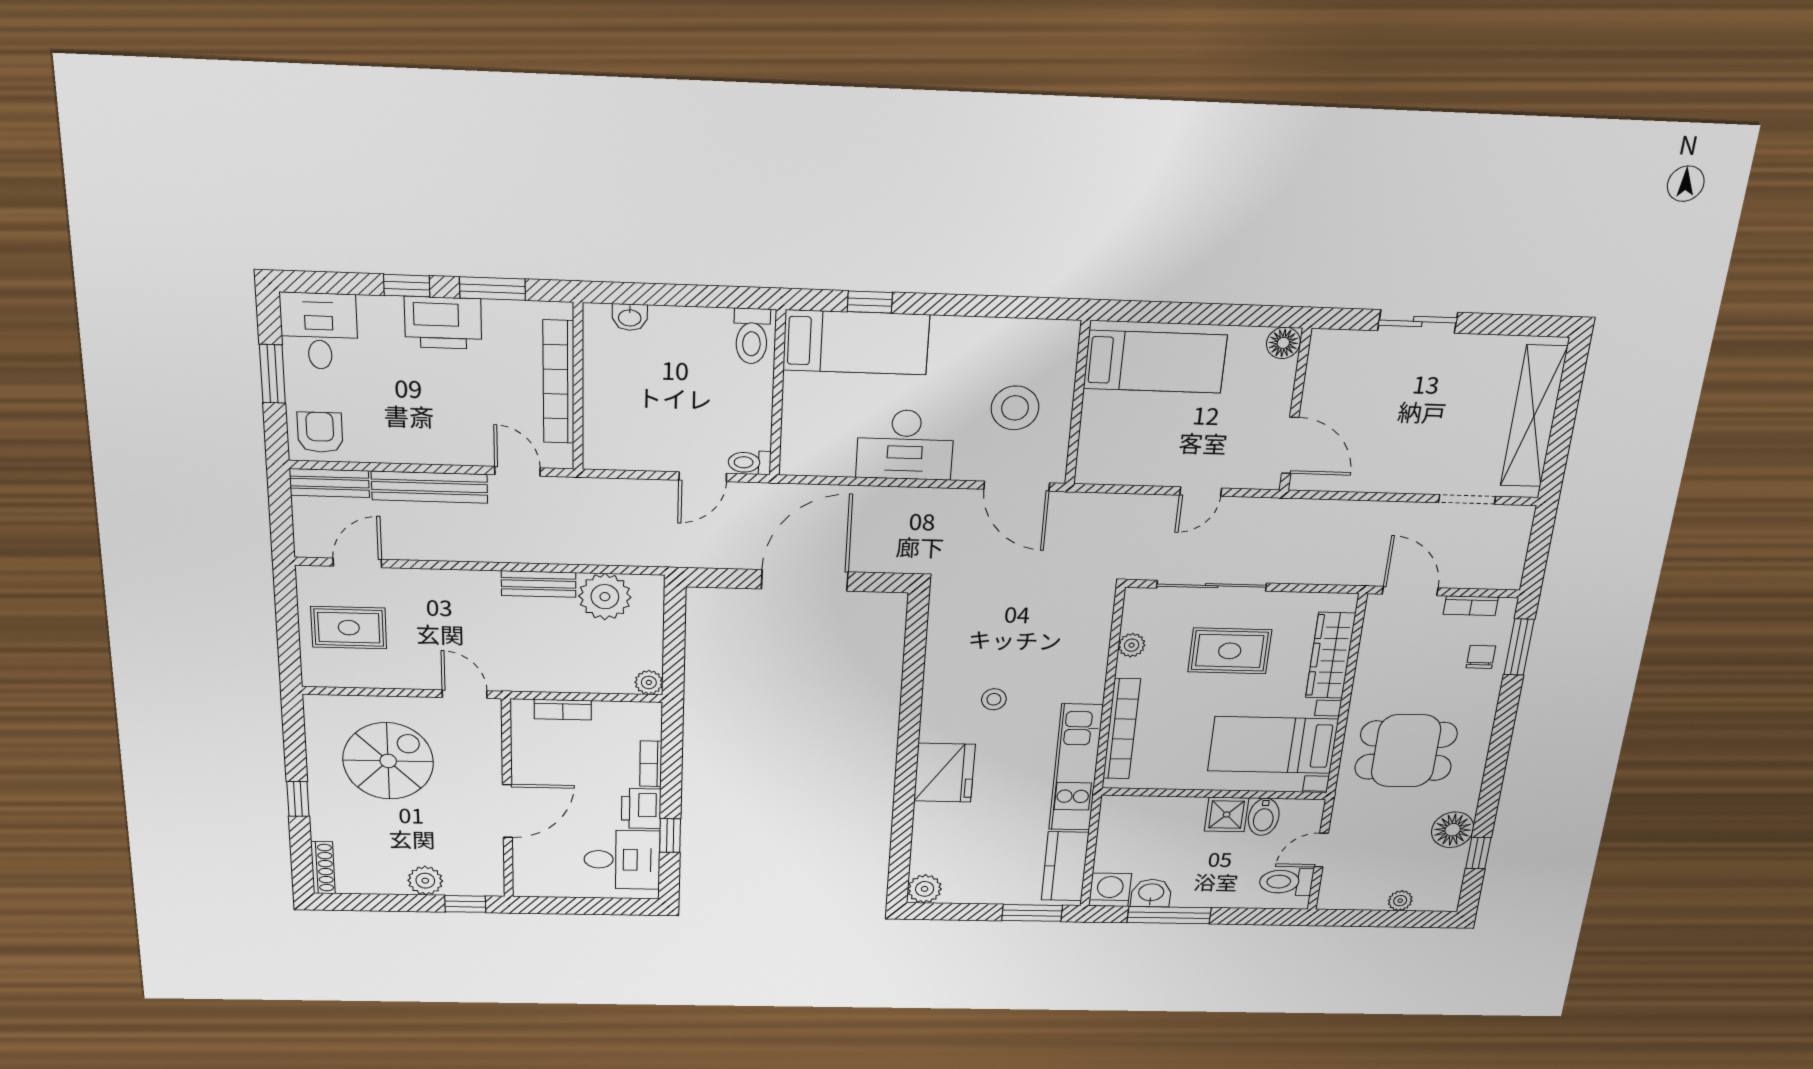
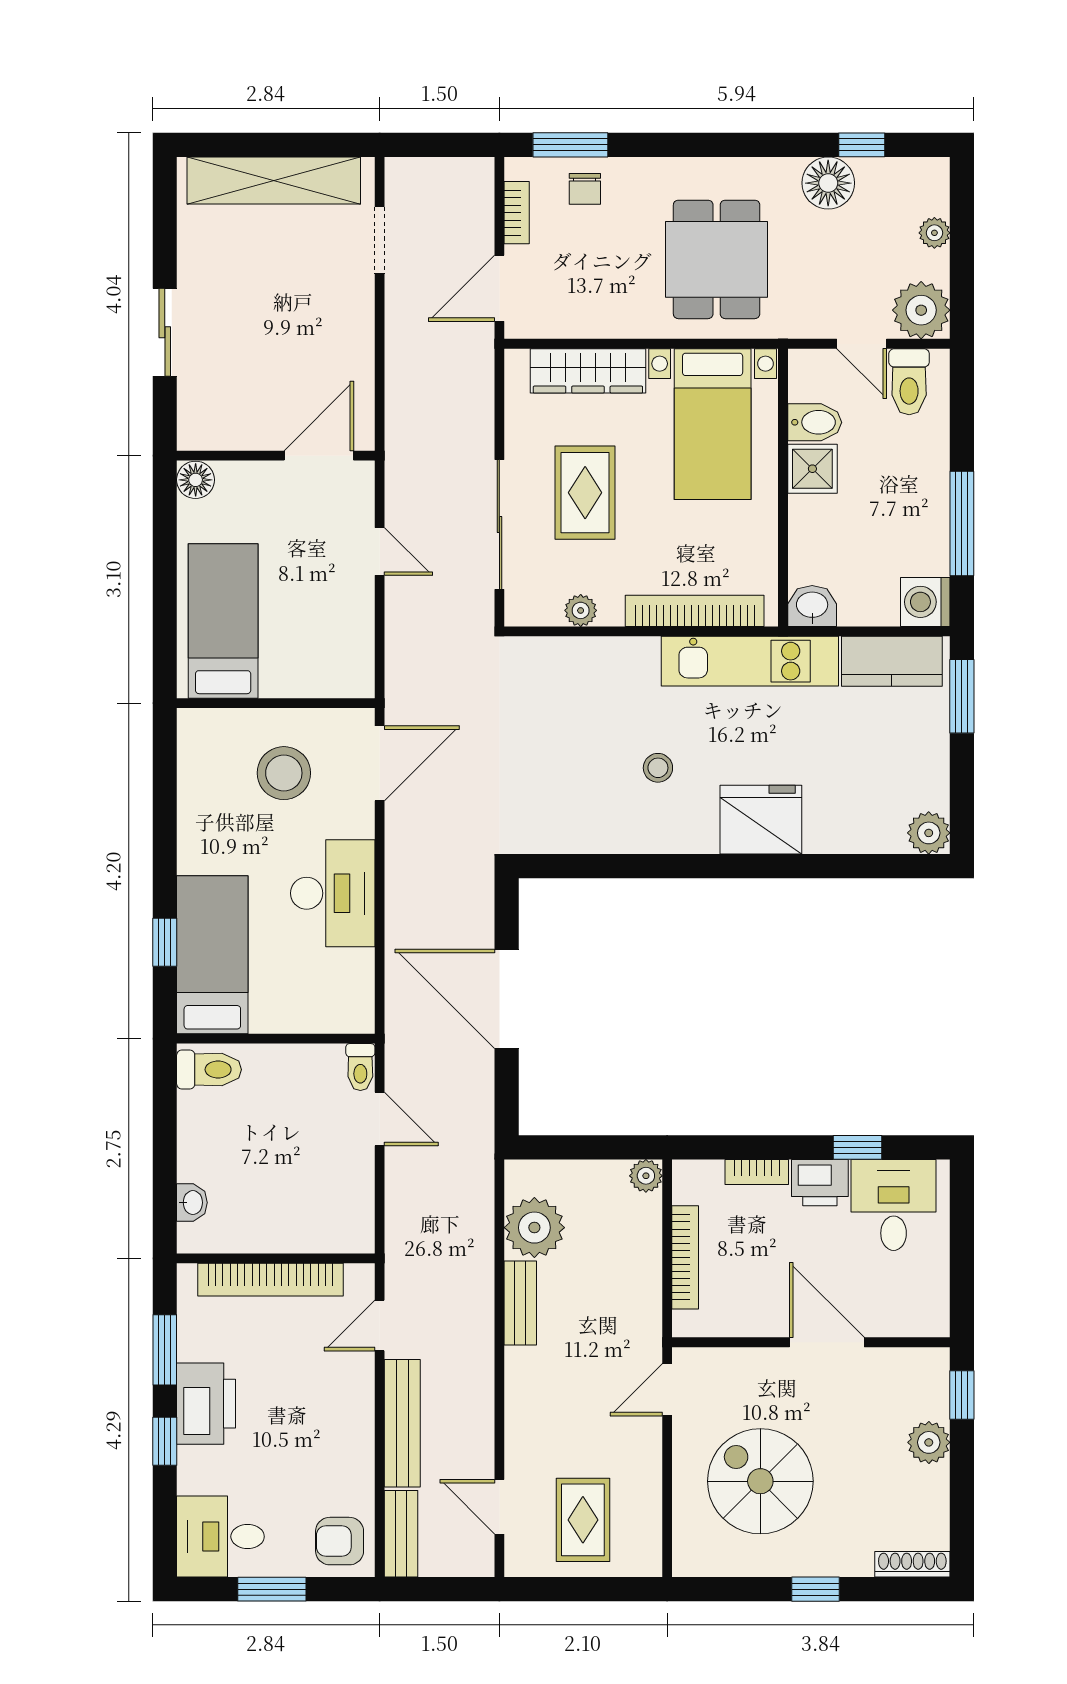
chair: (1481, 657) -> (585, 189), turned -90
bookcase: (563, 710) -> (685, 1257), width x1.56
plant: (1341, 891) -> (921, 310), added
washbasin: (1151, 893) -> (812, 606), moved, turned 90

